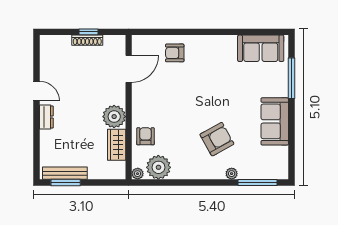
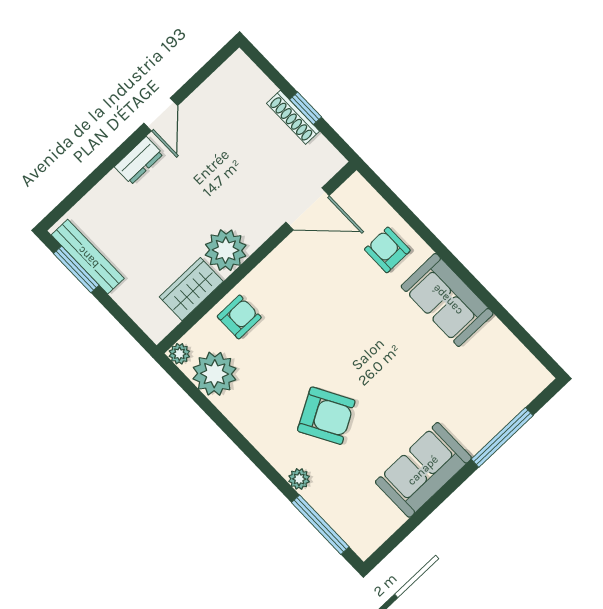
sofa: (261, 48) -> (447, 300), moved

